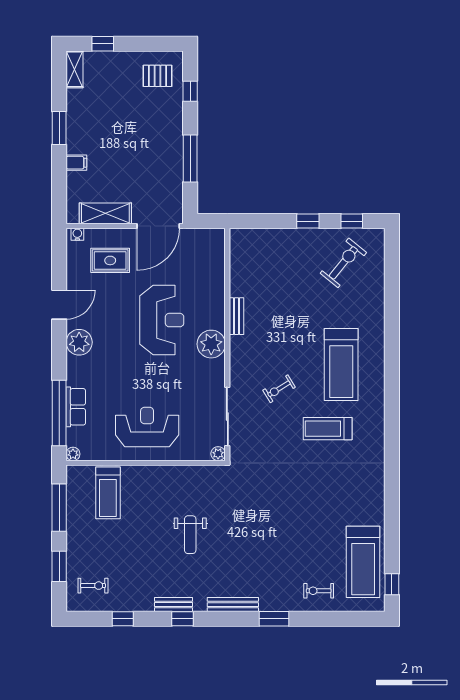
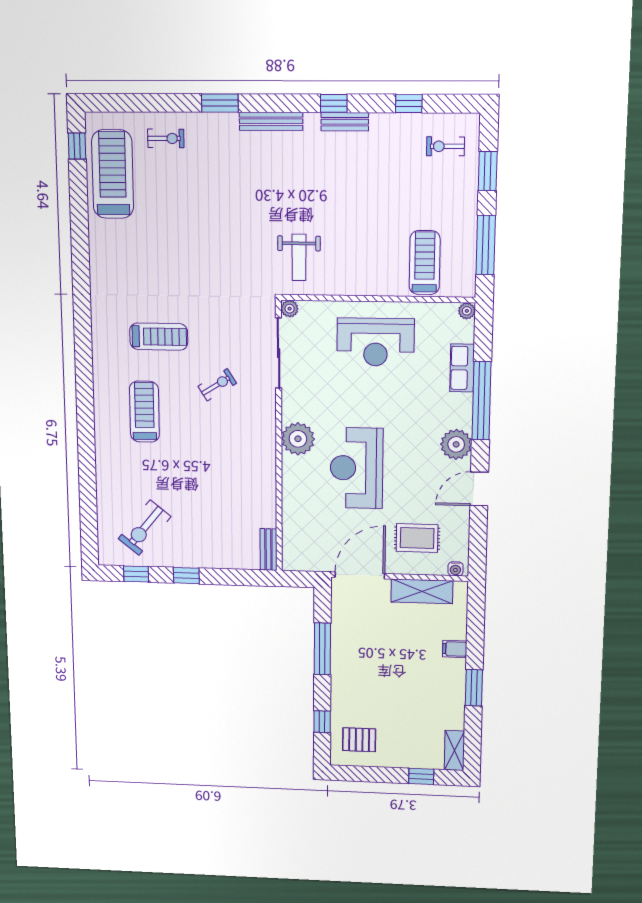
bench: (236, 316) -> (268, 549), moved
treadmill: (341, 364) -> (144, 412), width x0.73, depth x0.73
window: (59, 413) -> (482, 401), moved
weight bench: (190, 535) -> (299, 257), moved, turned 180

